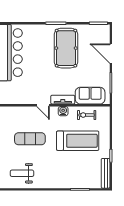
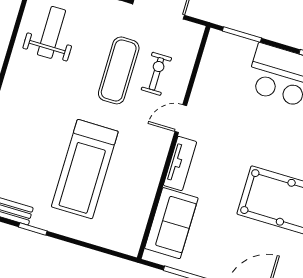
water cooler: (63, 111) -> (156, 157), removed
exercise bike: (87, 115) -> (156, 74), moved

